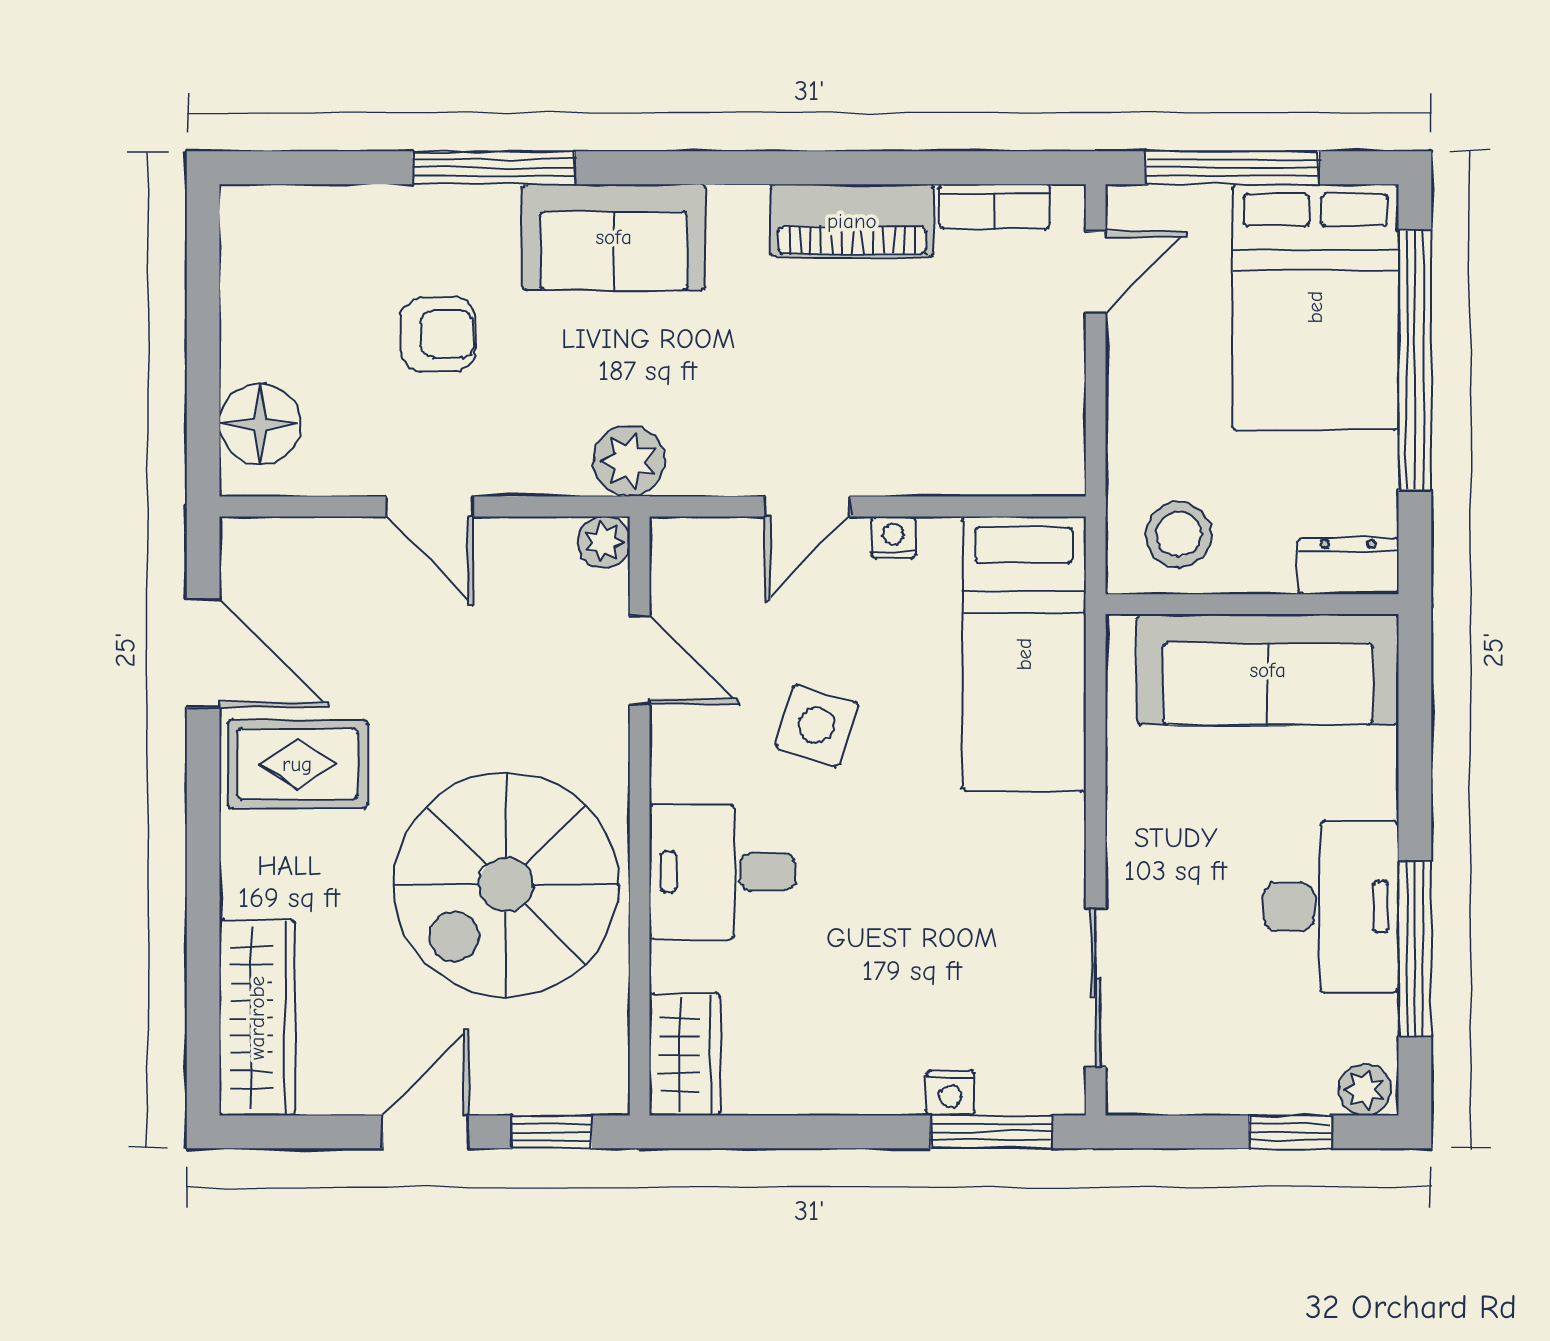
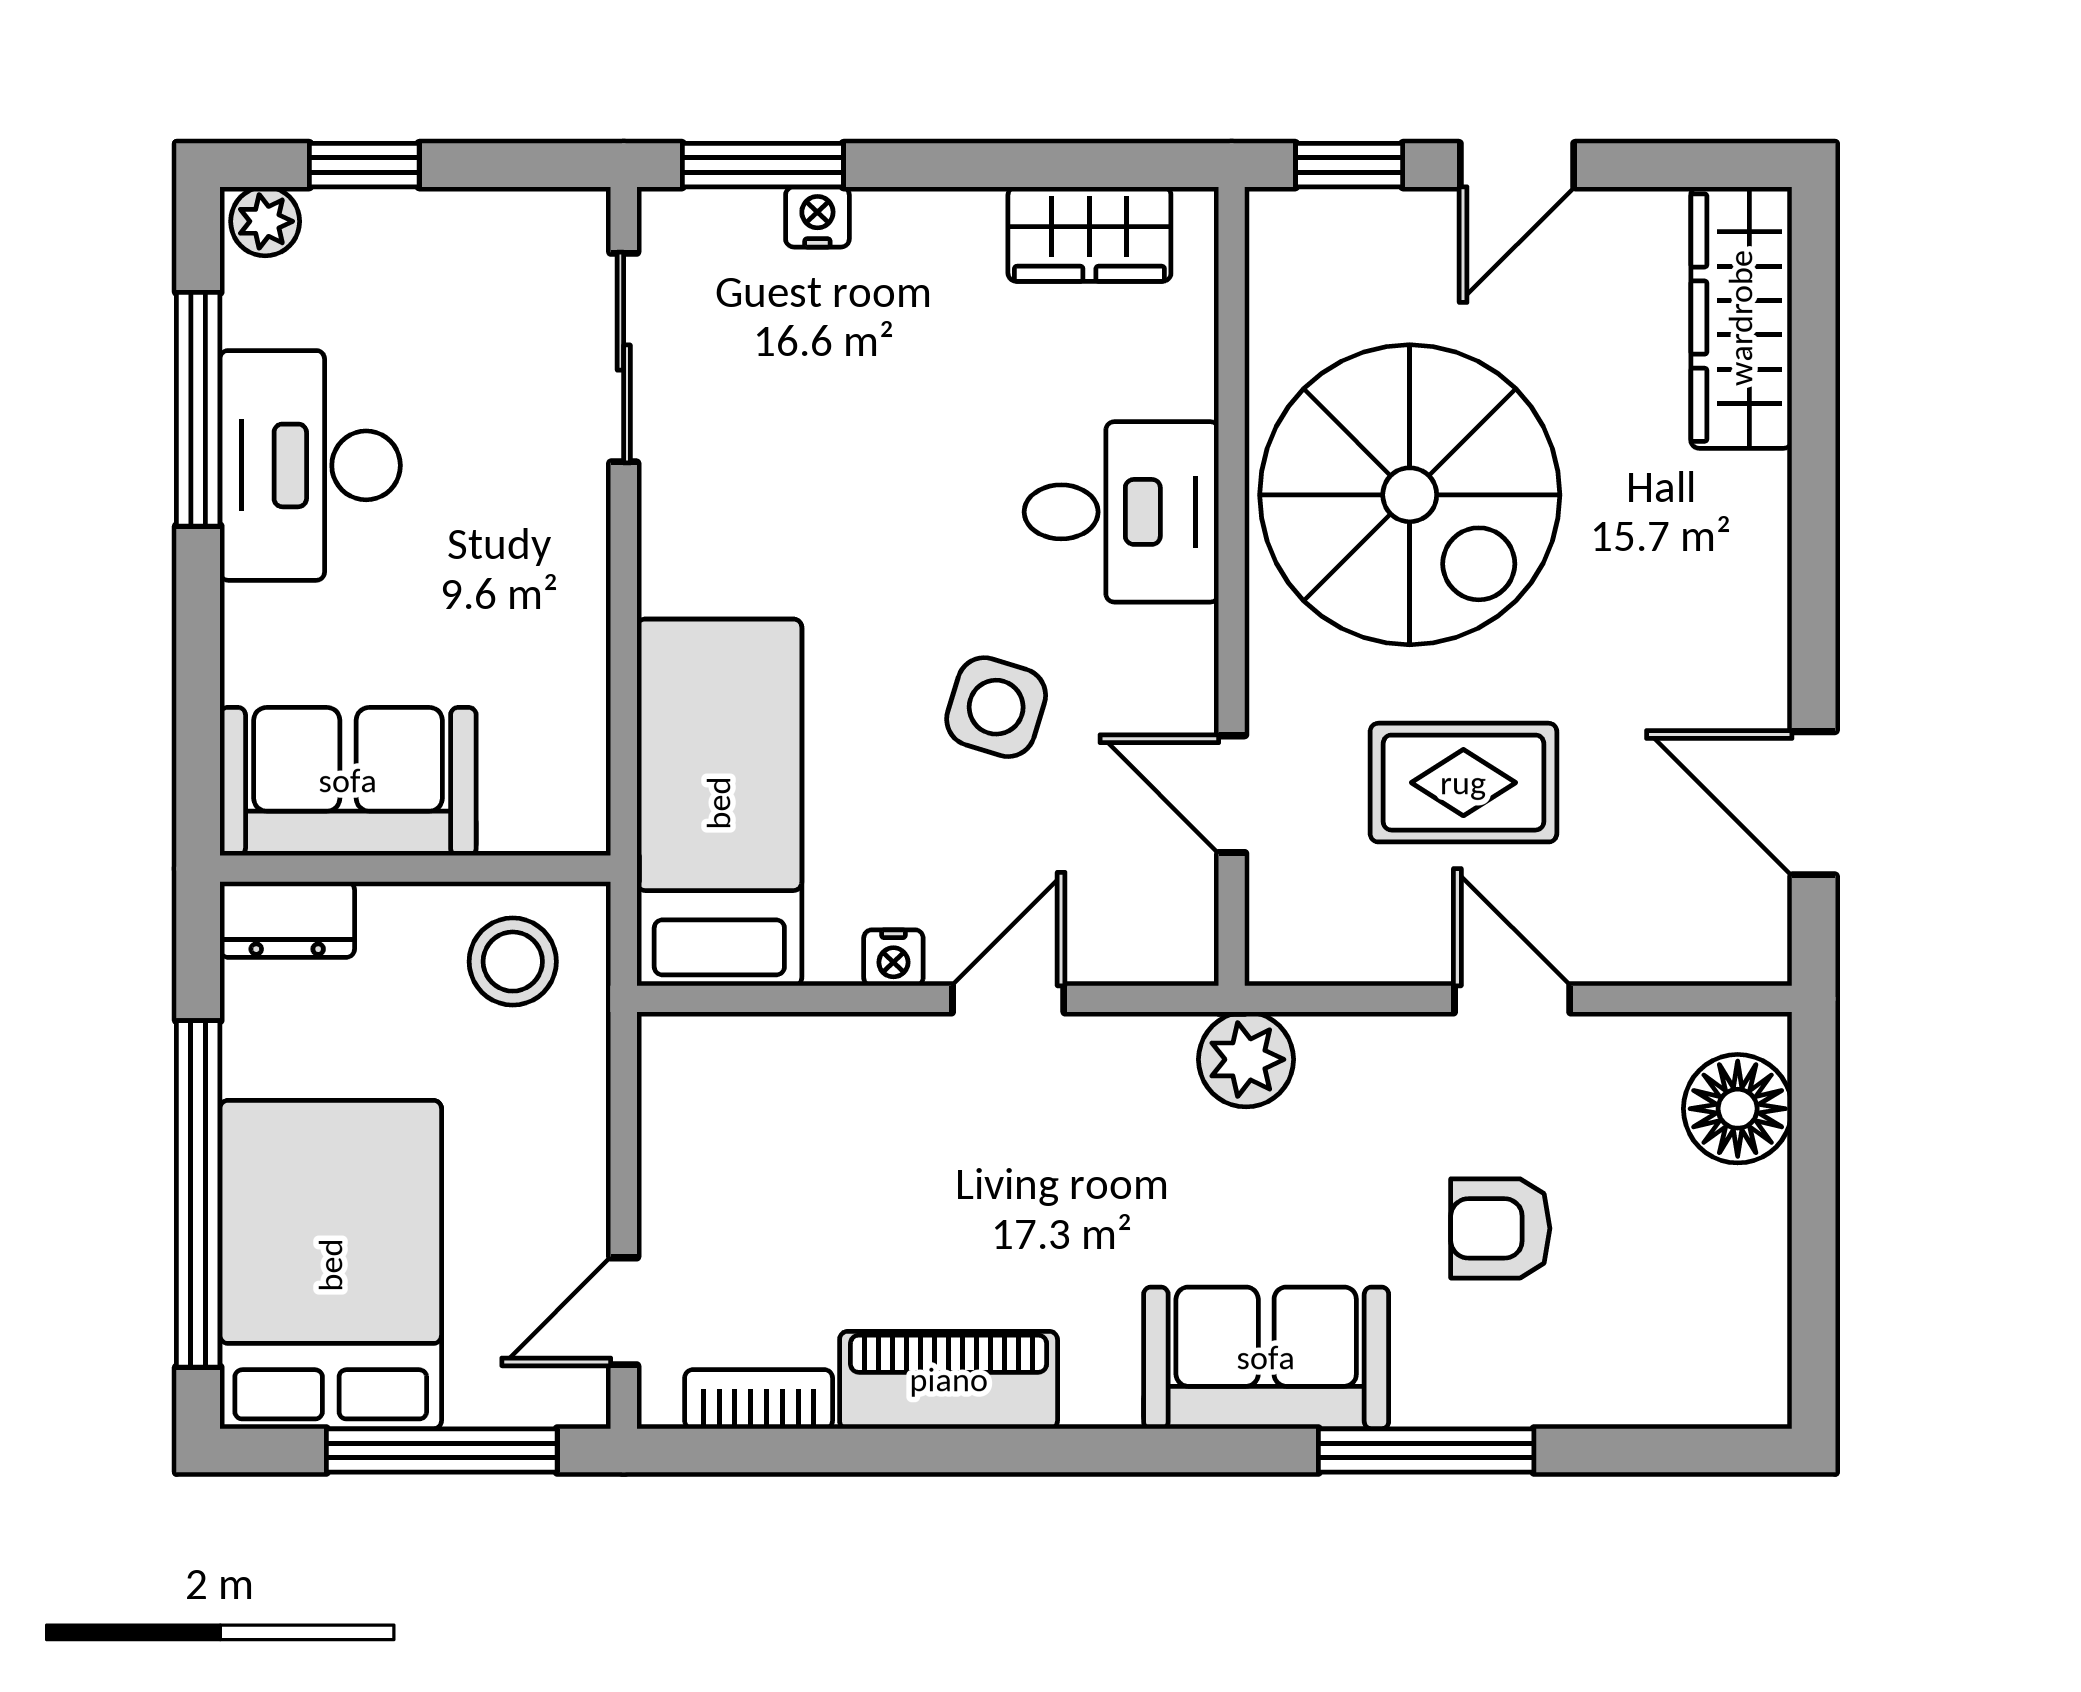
plant: (604, 542) -> (1279, 951), removed
sofa: (1268, 670) -> (348, 781), width x0.73
rug: (297, 764) -> (1463, 783), moved
spiral stairs: (506, 885) -> (1410, 495), turned 90
wardrobe: (685, 1054) -> (1089, 234), moved, turned -90

